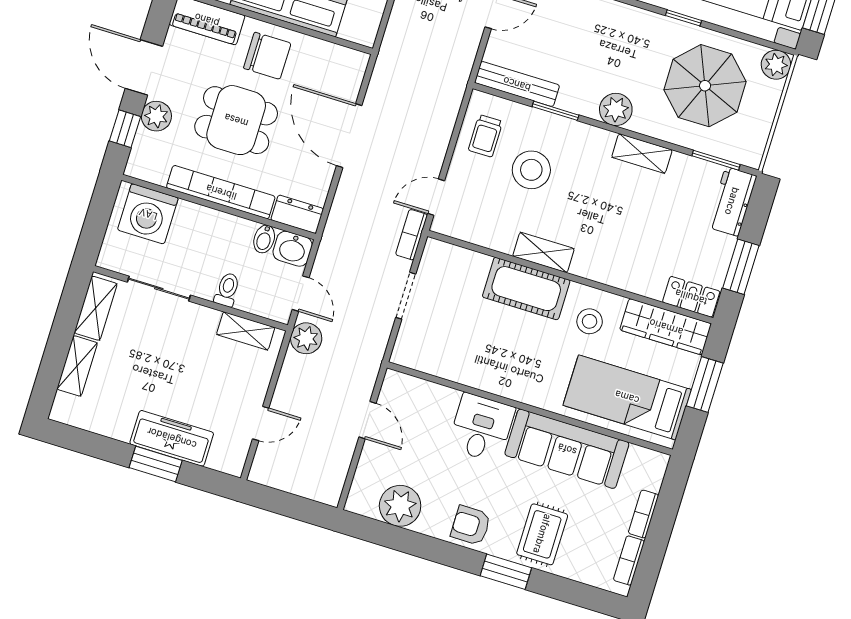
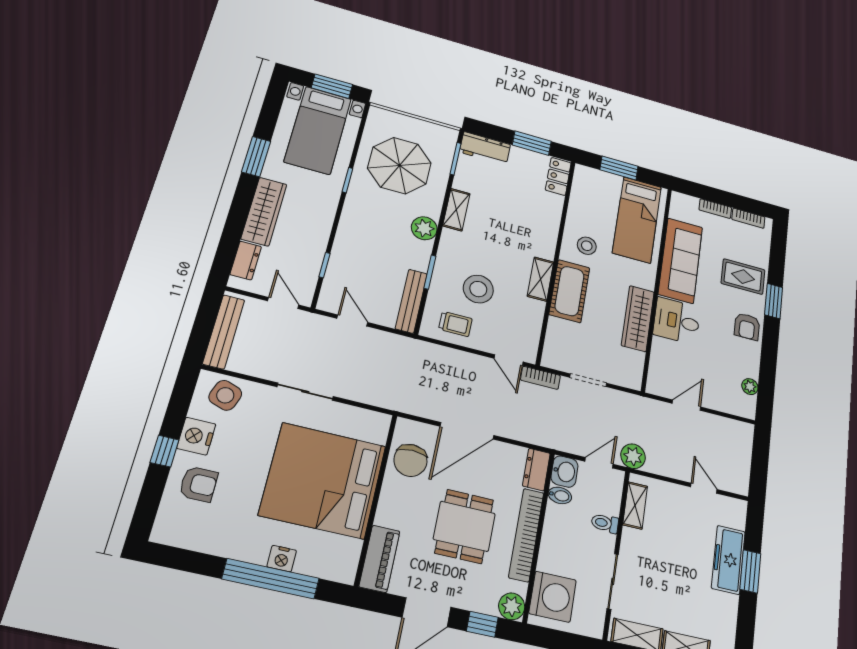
chair: (267, 56) -> (410, 460), moved, turned 180
plant: (776, 65) -> (379, 117), removed
plant: (156, 116) -> (512, 606), moved
wardrobe: (666, 327) -> (638, 318), moved, turned 180
plant: (400, 506) -> (750, 387), width x0.53, depth x0.53

